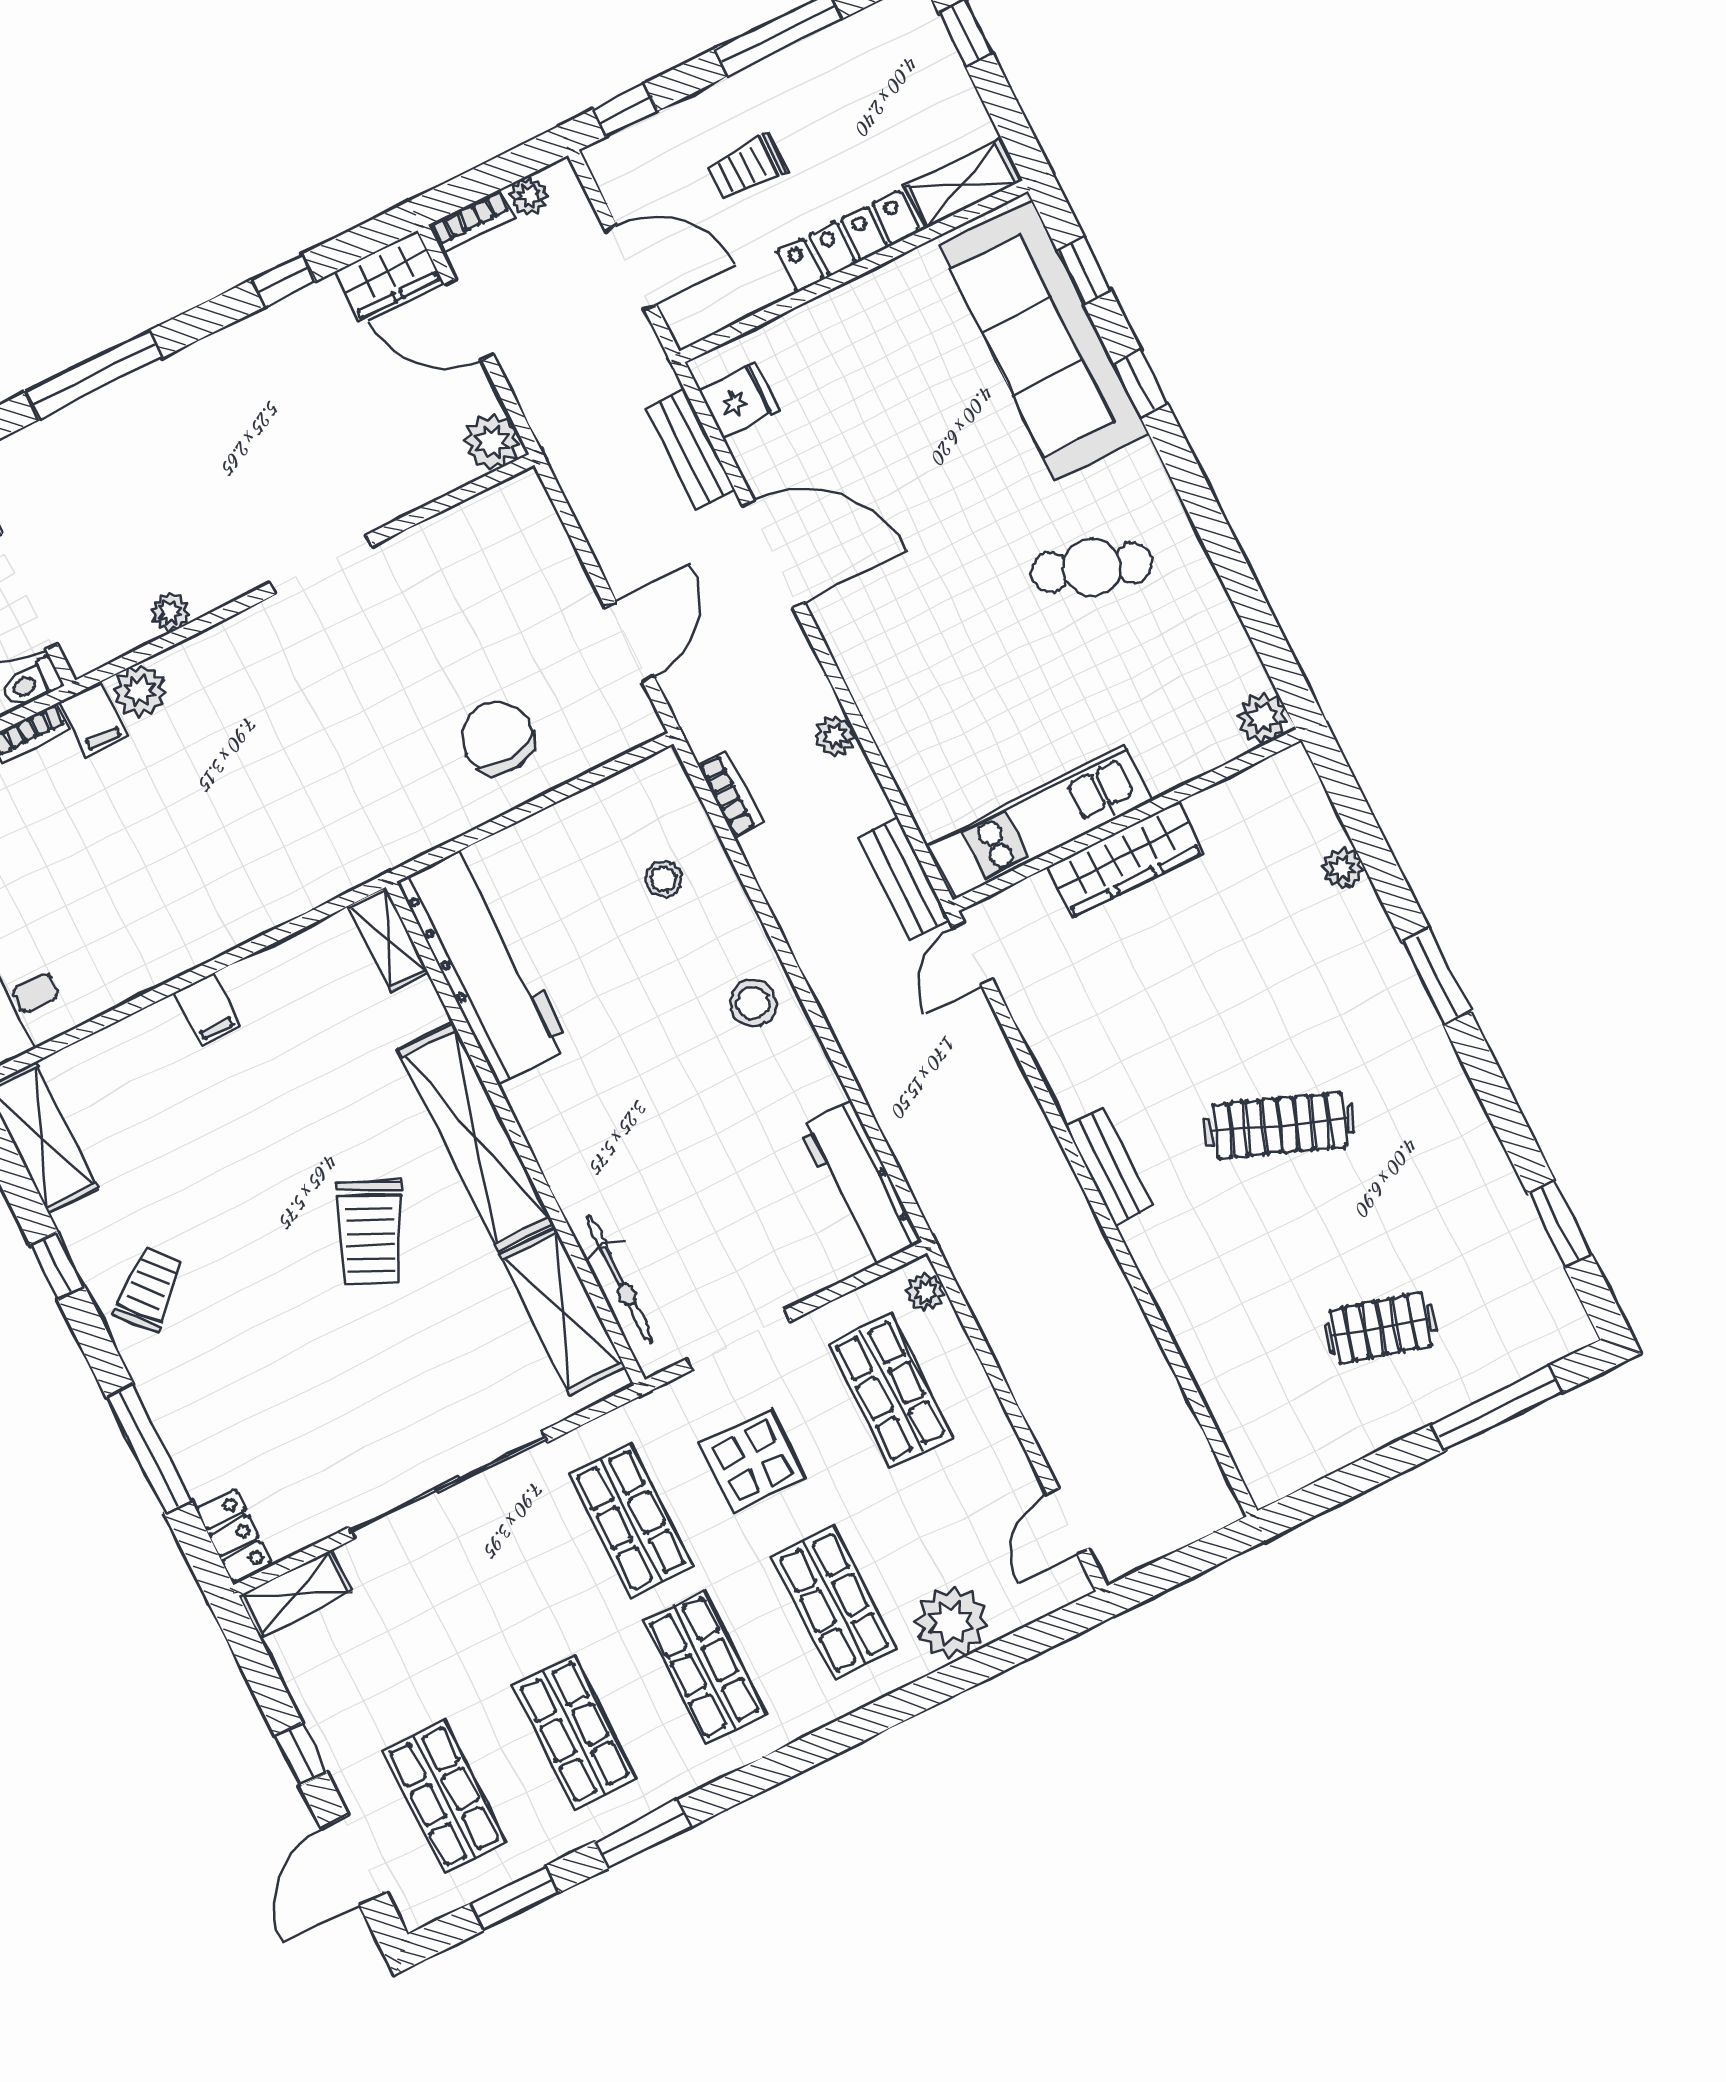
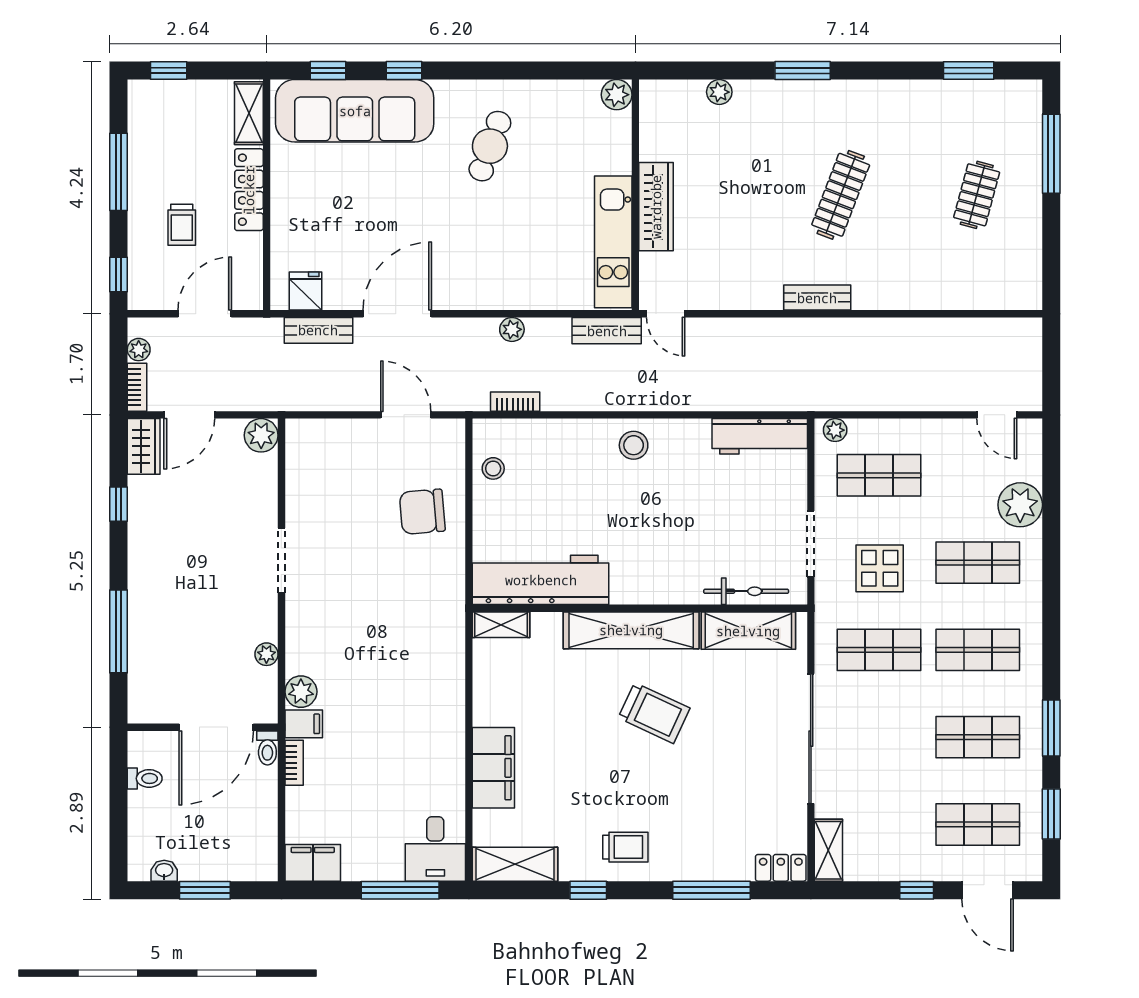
stool: (664, 879) -> (493, 468), moved
filing cabinet: (207, 1009) -> (493, 768), width x3.00, depth x1.17
trolley: (149, 1289) -> (625, 847), turned 131

